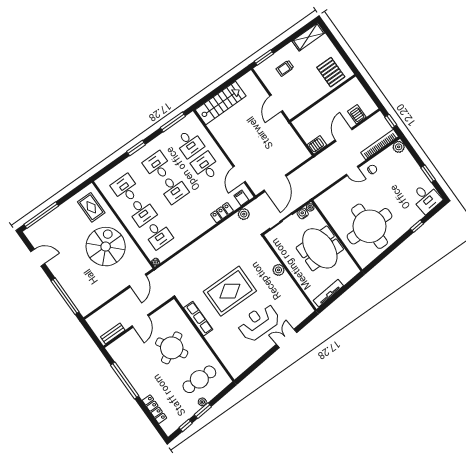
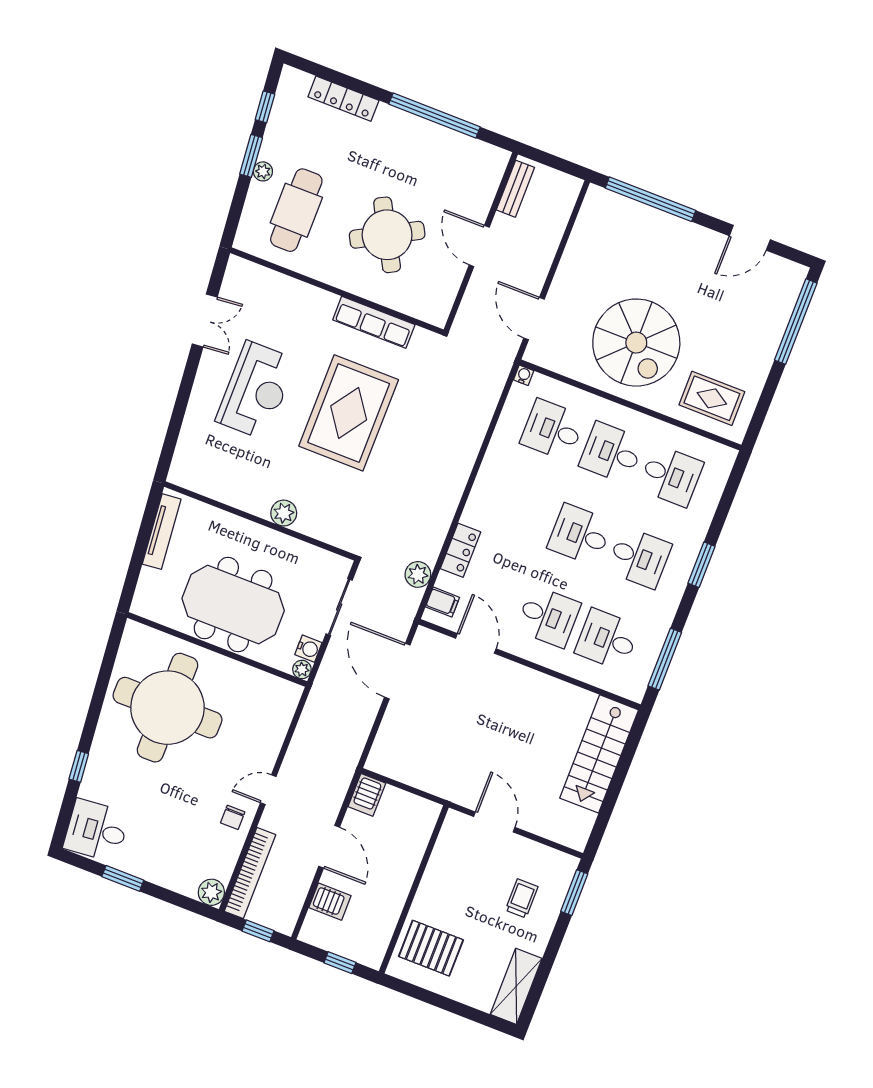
window: (368, 89) -> (340, 963), added
double door: (287, 338) -> (205, 321), moved

